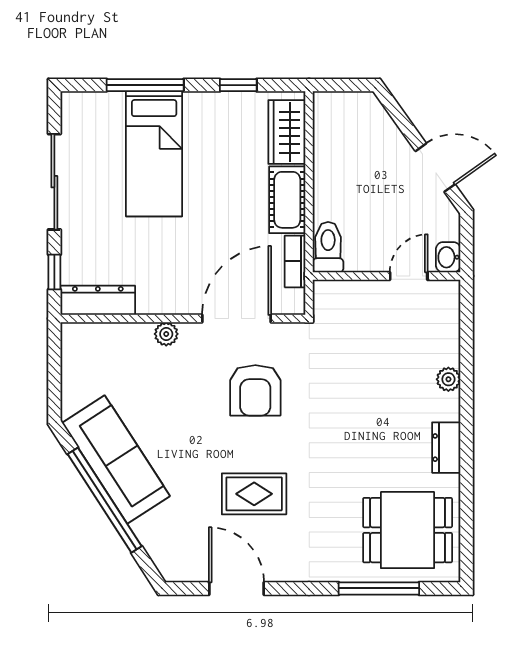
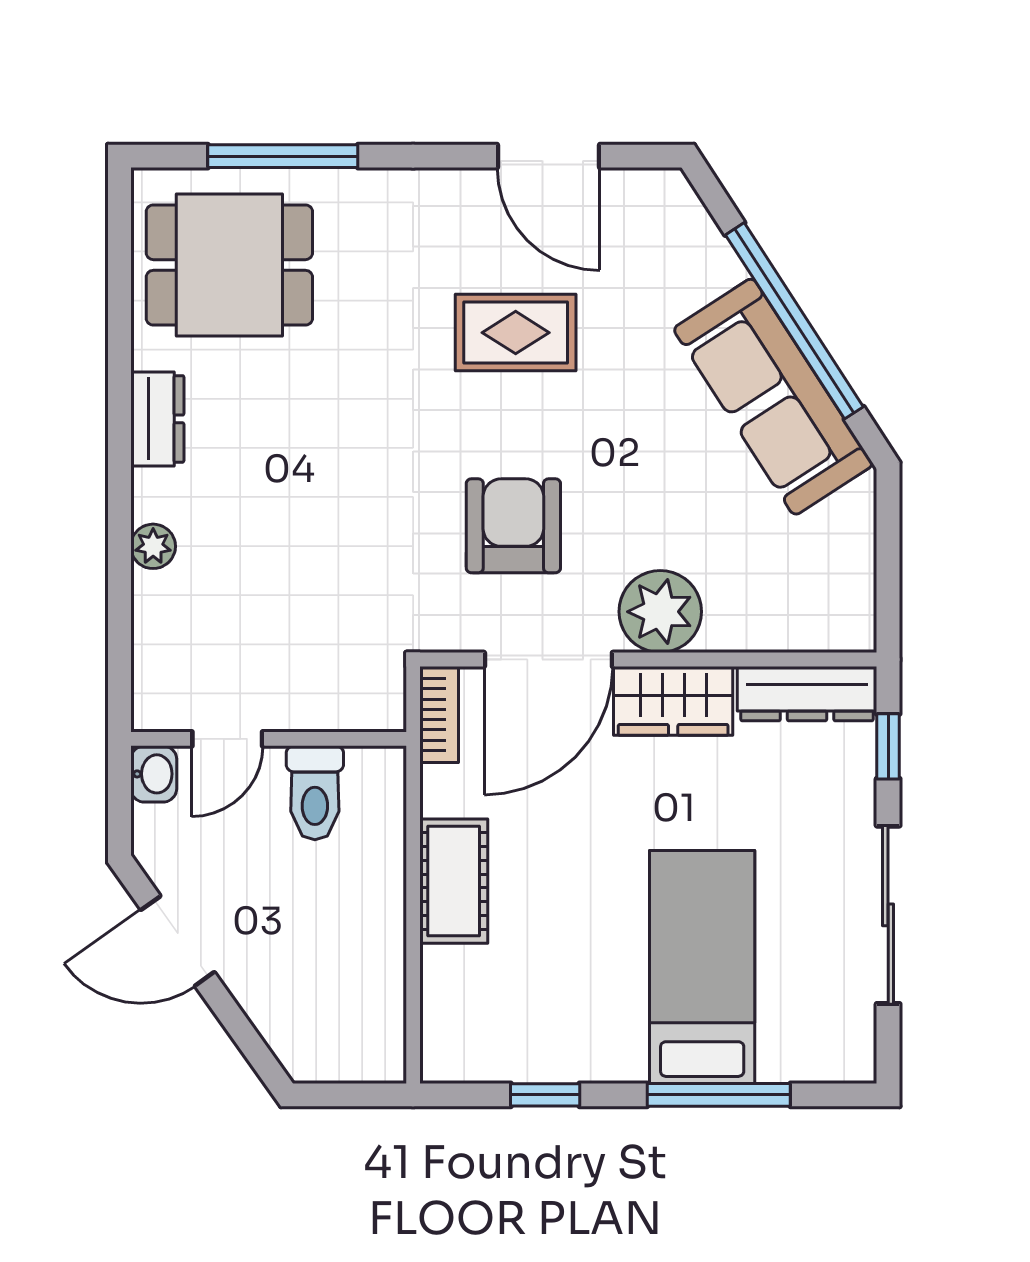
wardrobe: (287, 132) -> (673, 701), moved, turned 90
toilet: (328, 247) -> (315, 793), moved
bookcase: (295, 261) -> (439, 714), moved
plant: (166, 334) -> (660, 612), width x1.88, depth x1.88

